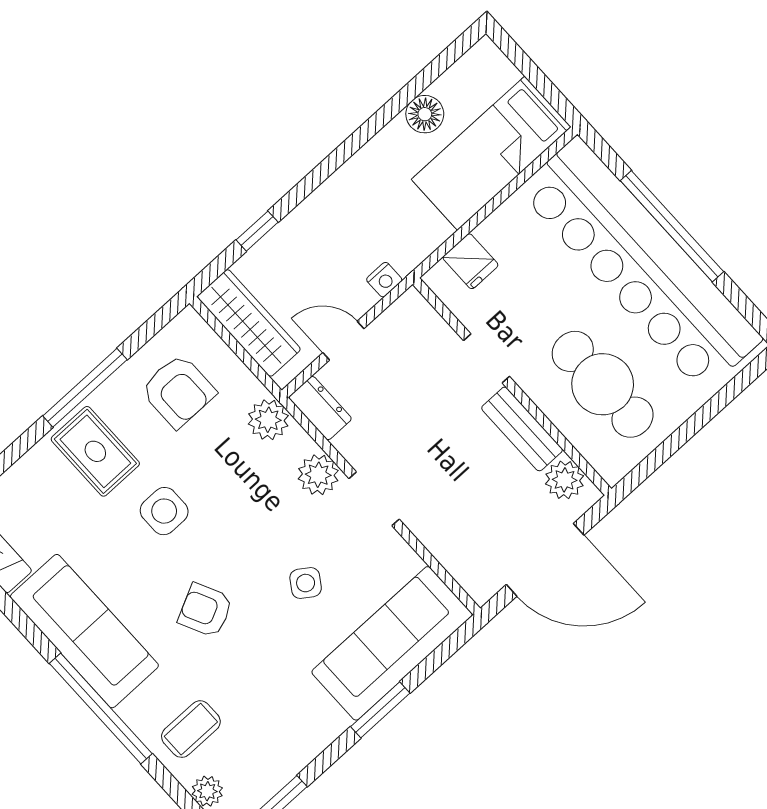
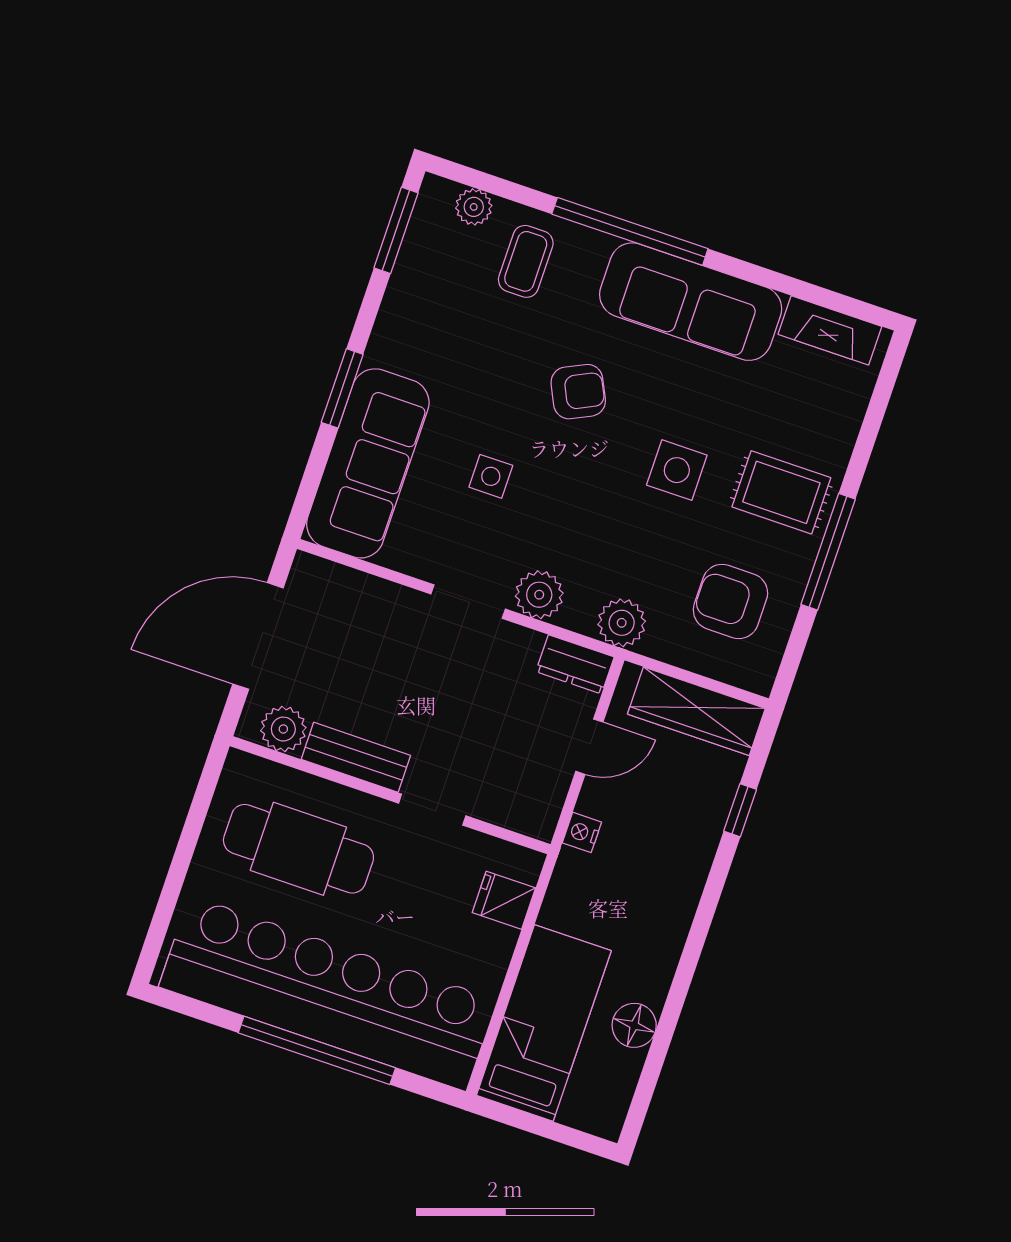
side table: (306, 583) -> (491, 476), turned -34

